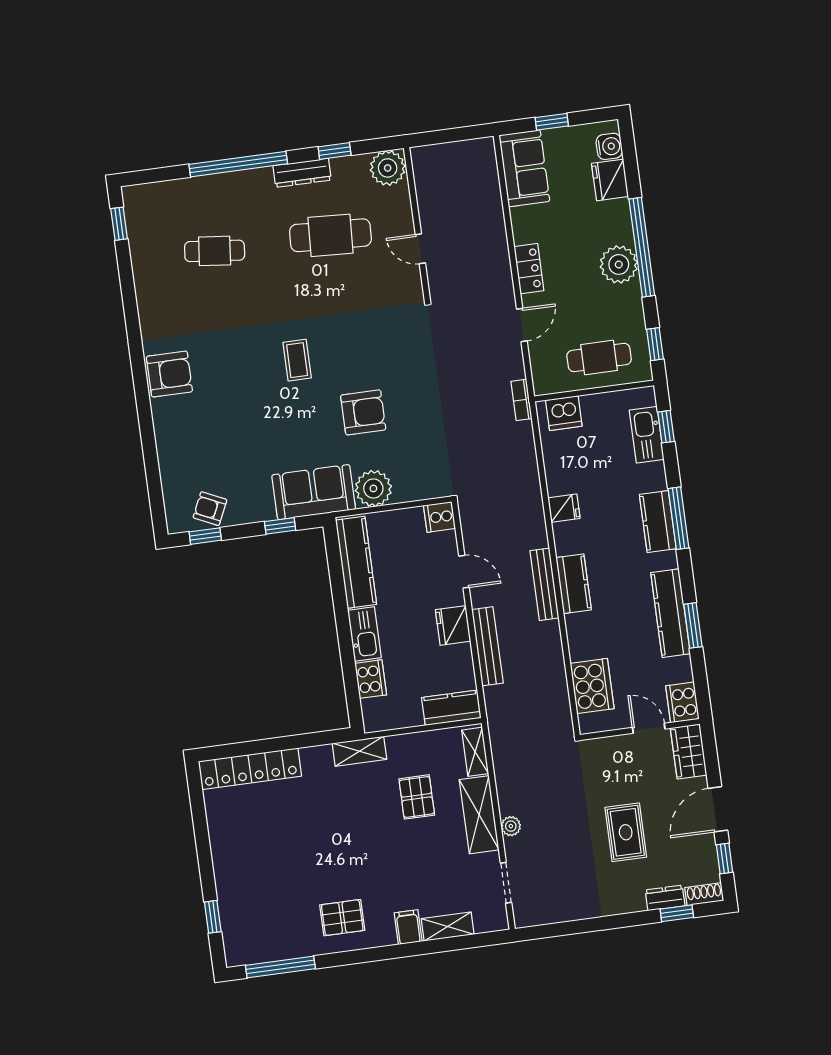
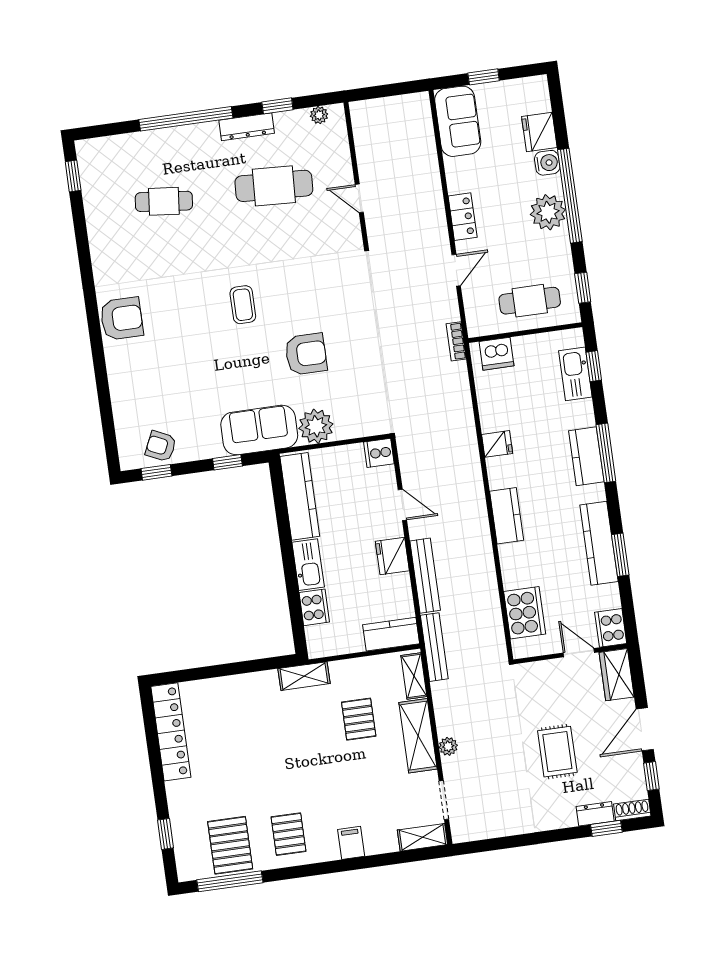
water cooler: (609, 146) -> (547, 163), moved
plant: (388, 168) -> (319, 115), width x0.53, depth x0.53
bench: (544, 584) -> (434, 647), moved
locker: (250, 769) -> (171, 732), moved, turned -90
pallet: (342, 918) -> (289, 834), turned 90
shelving: (448, 927) -> (423, 837), moved
pallet: (281, 929) -> (230, 845), added

